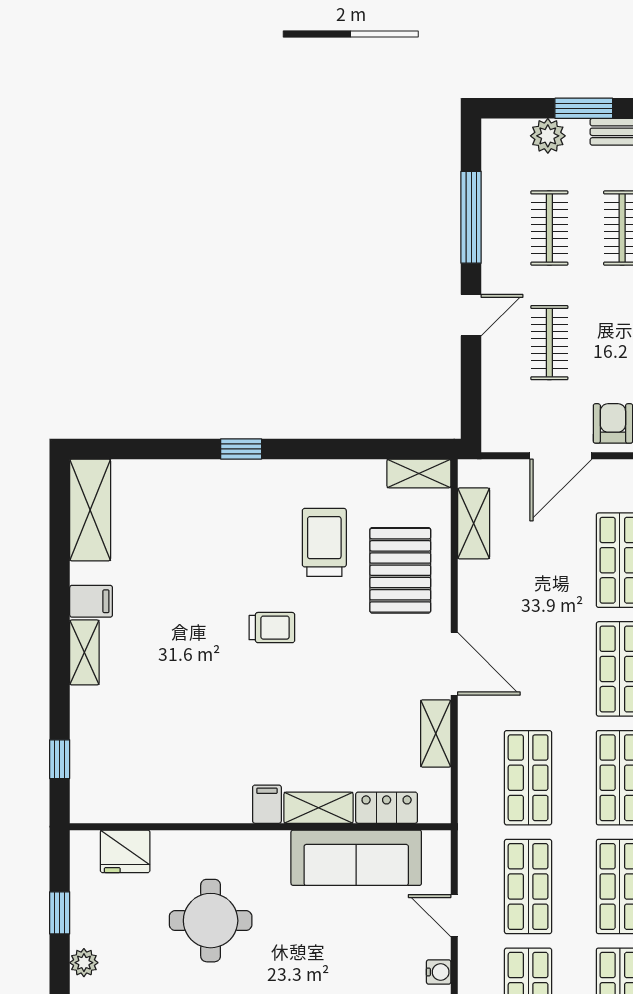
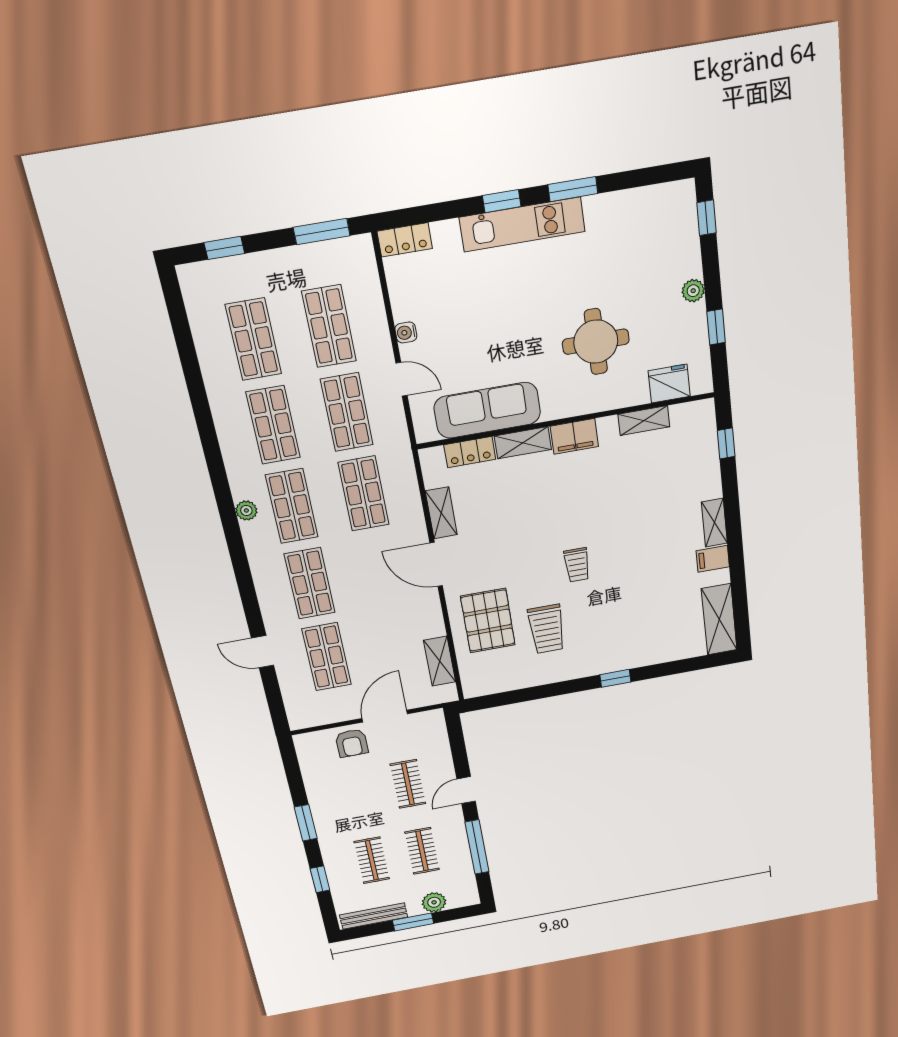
shelving: (419, 473) -> (644, 421), moved
trolley: (272, 628) -> (577, 565), turned -90
filing cabinet: (267, 804) -> (574, 436), width x2.00

